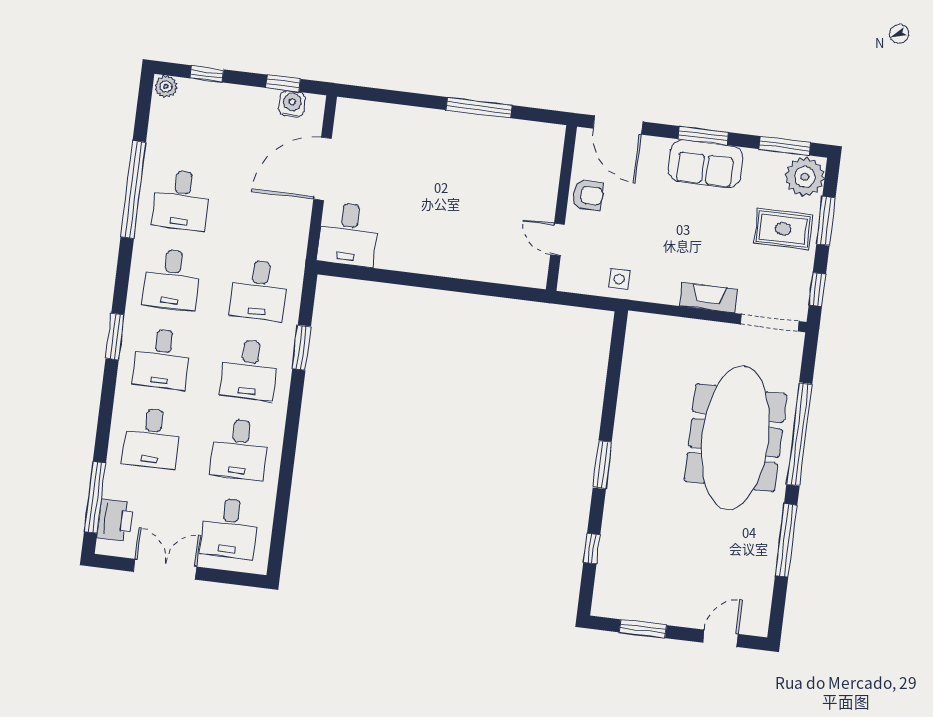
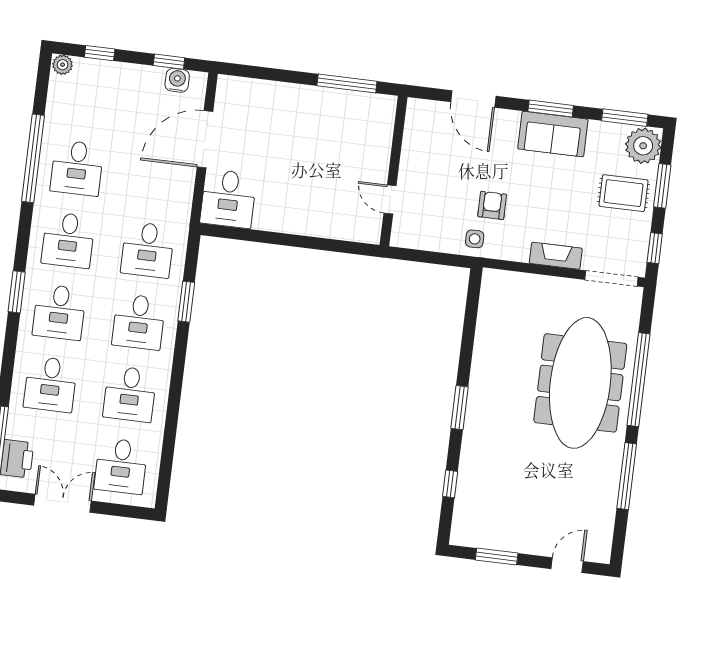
armchair: (588, 195) -> (492, 205), moved, turned -90
wall: (561, 208) -> (394, 171), moved
door: (557, 239) -> (390, 199), moved

